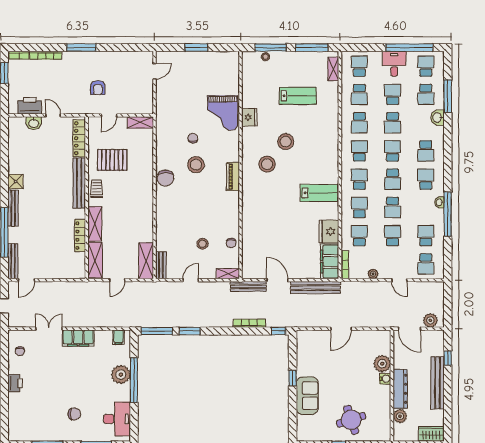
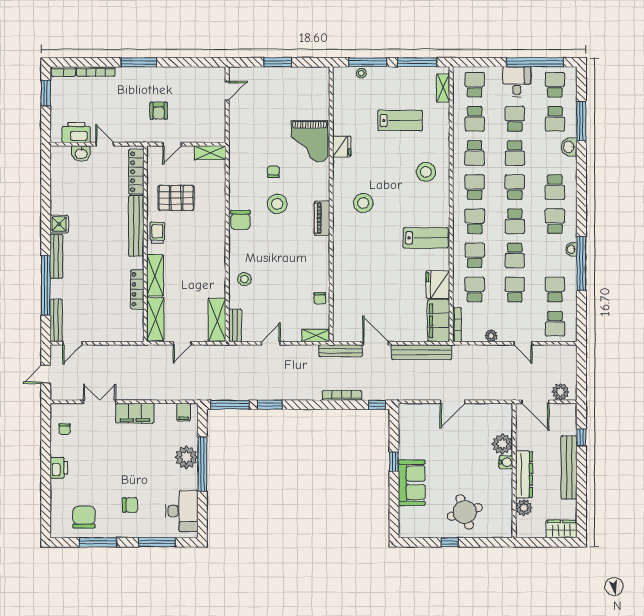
stool: (286, 142) -> (426, 172), moved
stool: (203, 244) -> (244, 279), moved
chair: (36, 424) -> (84, 517), added

